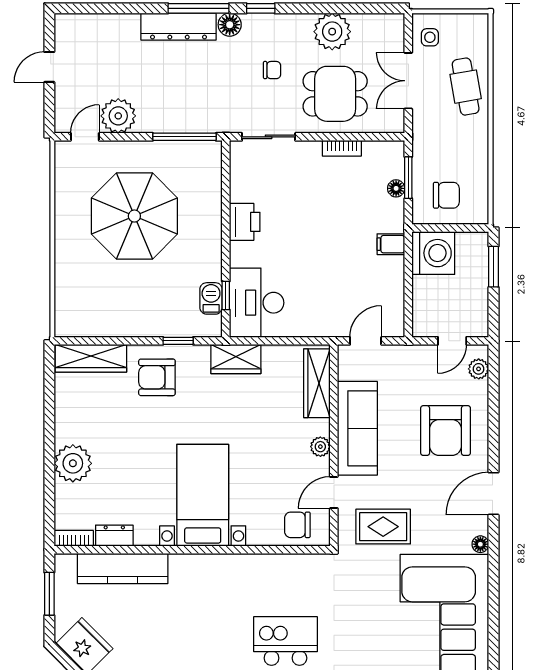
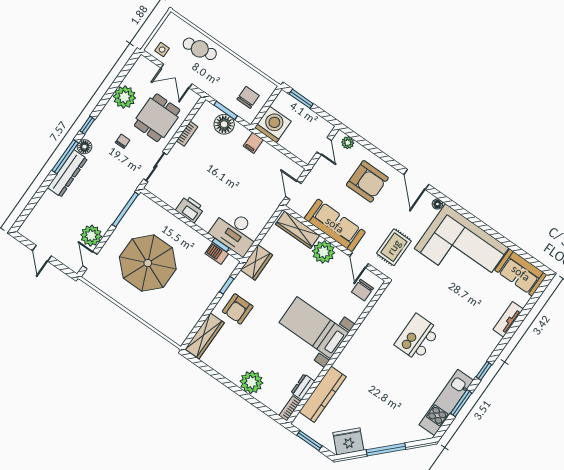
floor lamp: (396, 188) -> (224, 124), width x1.89, depth x1.89
plant: (320, 447) -> (324, 252), width x1.88, depth x1.88

